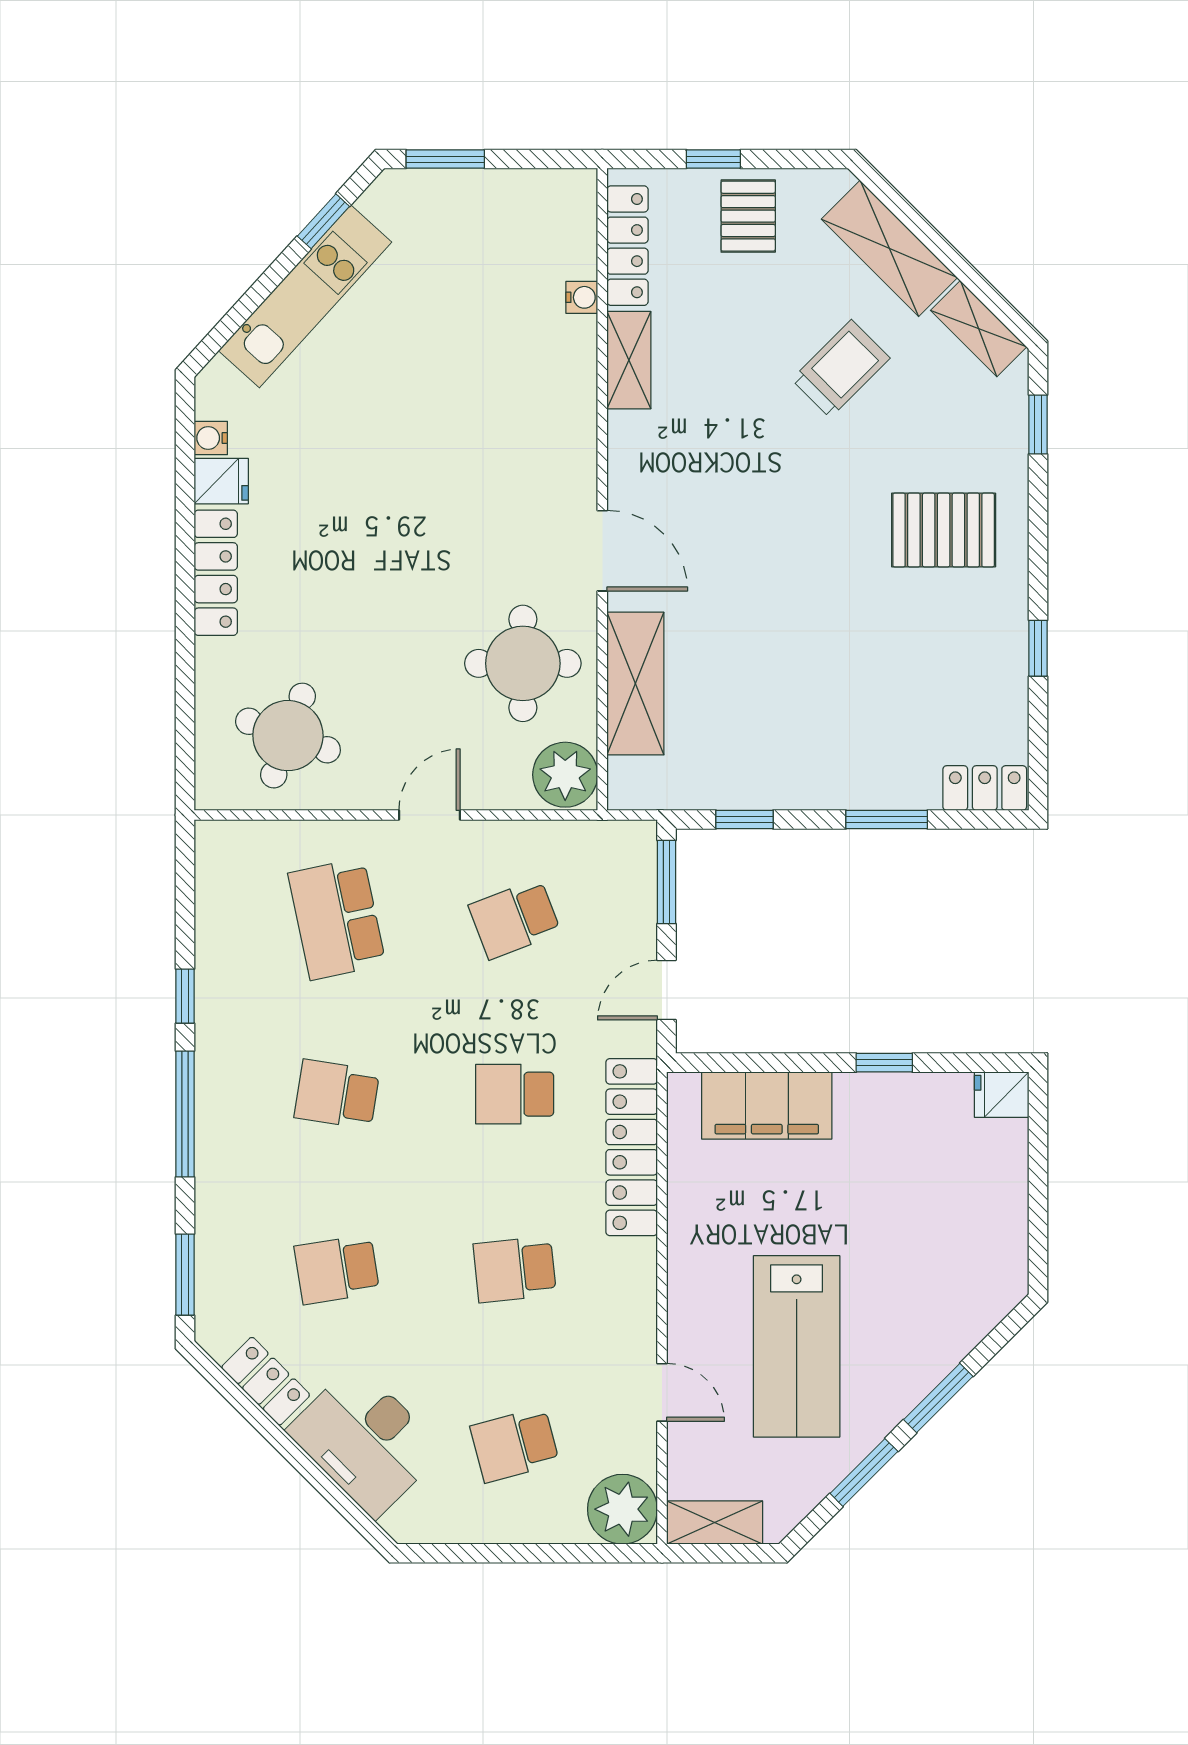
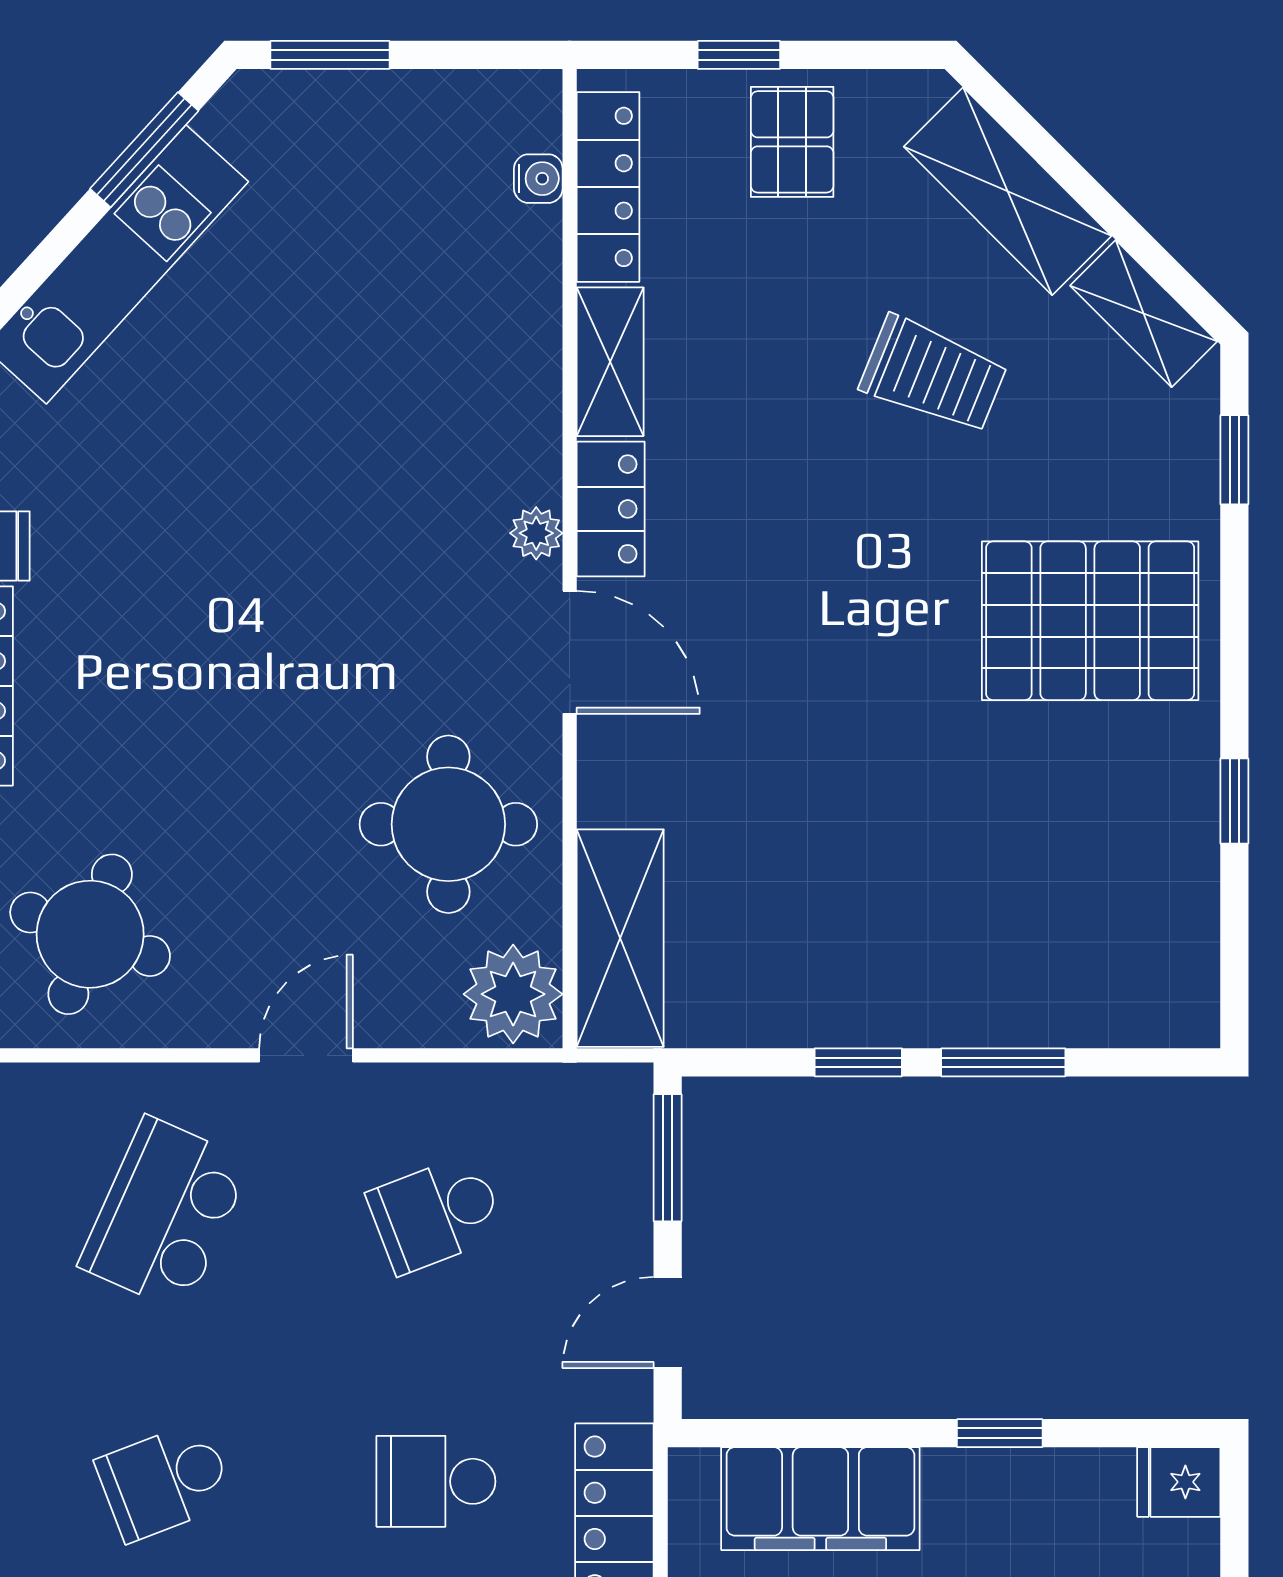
window: (323, 221) -> (144, 150), width x1.50
water cooler: (582, 297) -> (538, 179), moved
trolley: (841, 369) -> (933, 375), turned 67
plant: (580, 473) -> (536, 533), added
pallet: (944, 530) -> (1090, 621), width x1.37, depth x1.41
shelving: (635, 684) -> (620, 938), moved
locker: (985, 788) -> (611, 509), moved, turned 90
window: (745, 820) -> (858, 1062), moved
school desk: (337, 919) -> (165, 1214), turned 36
school desk: (337, 1094) -> (165, 1481), turned -30

